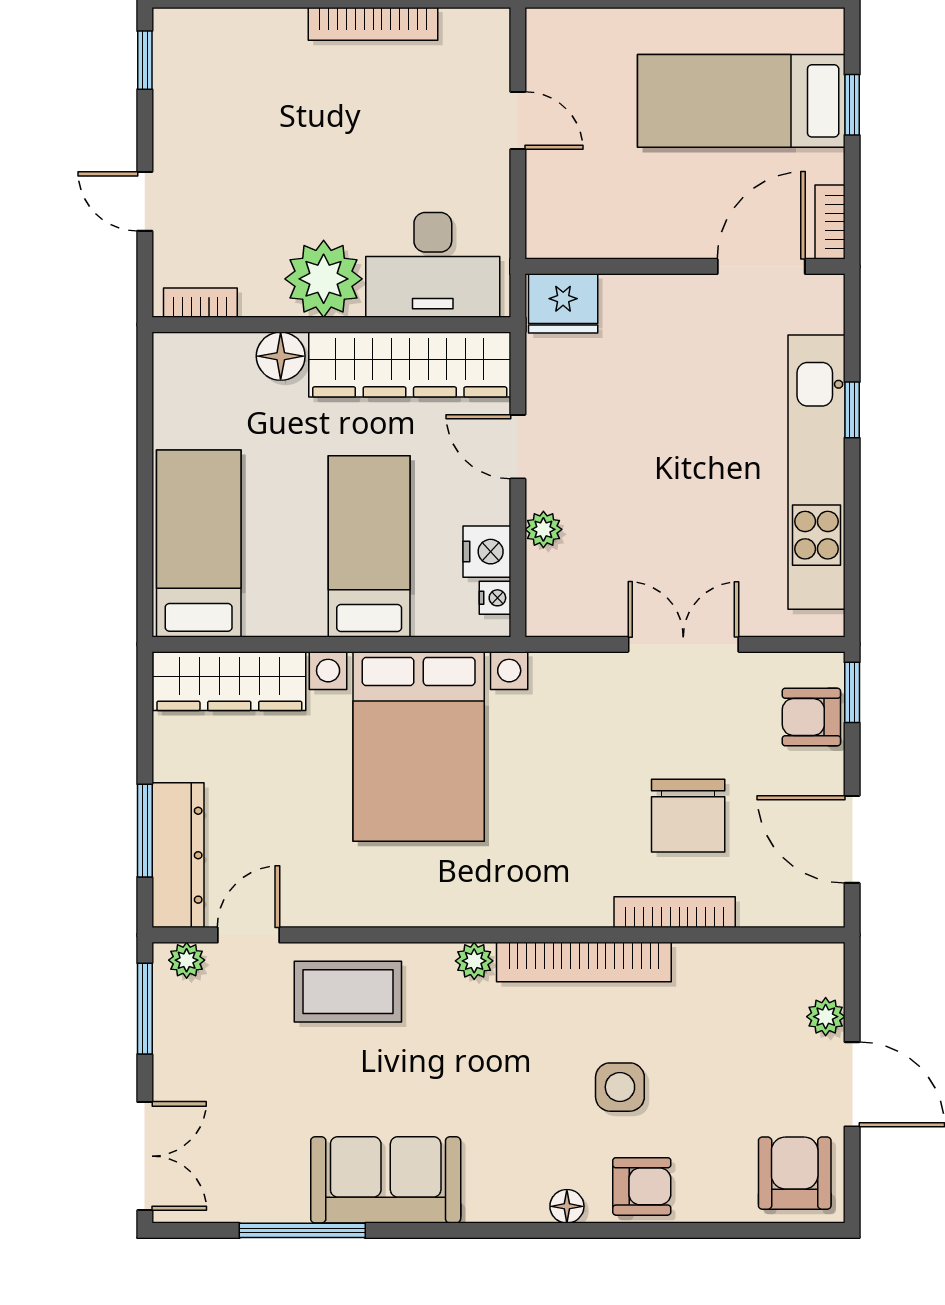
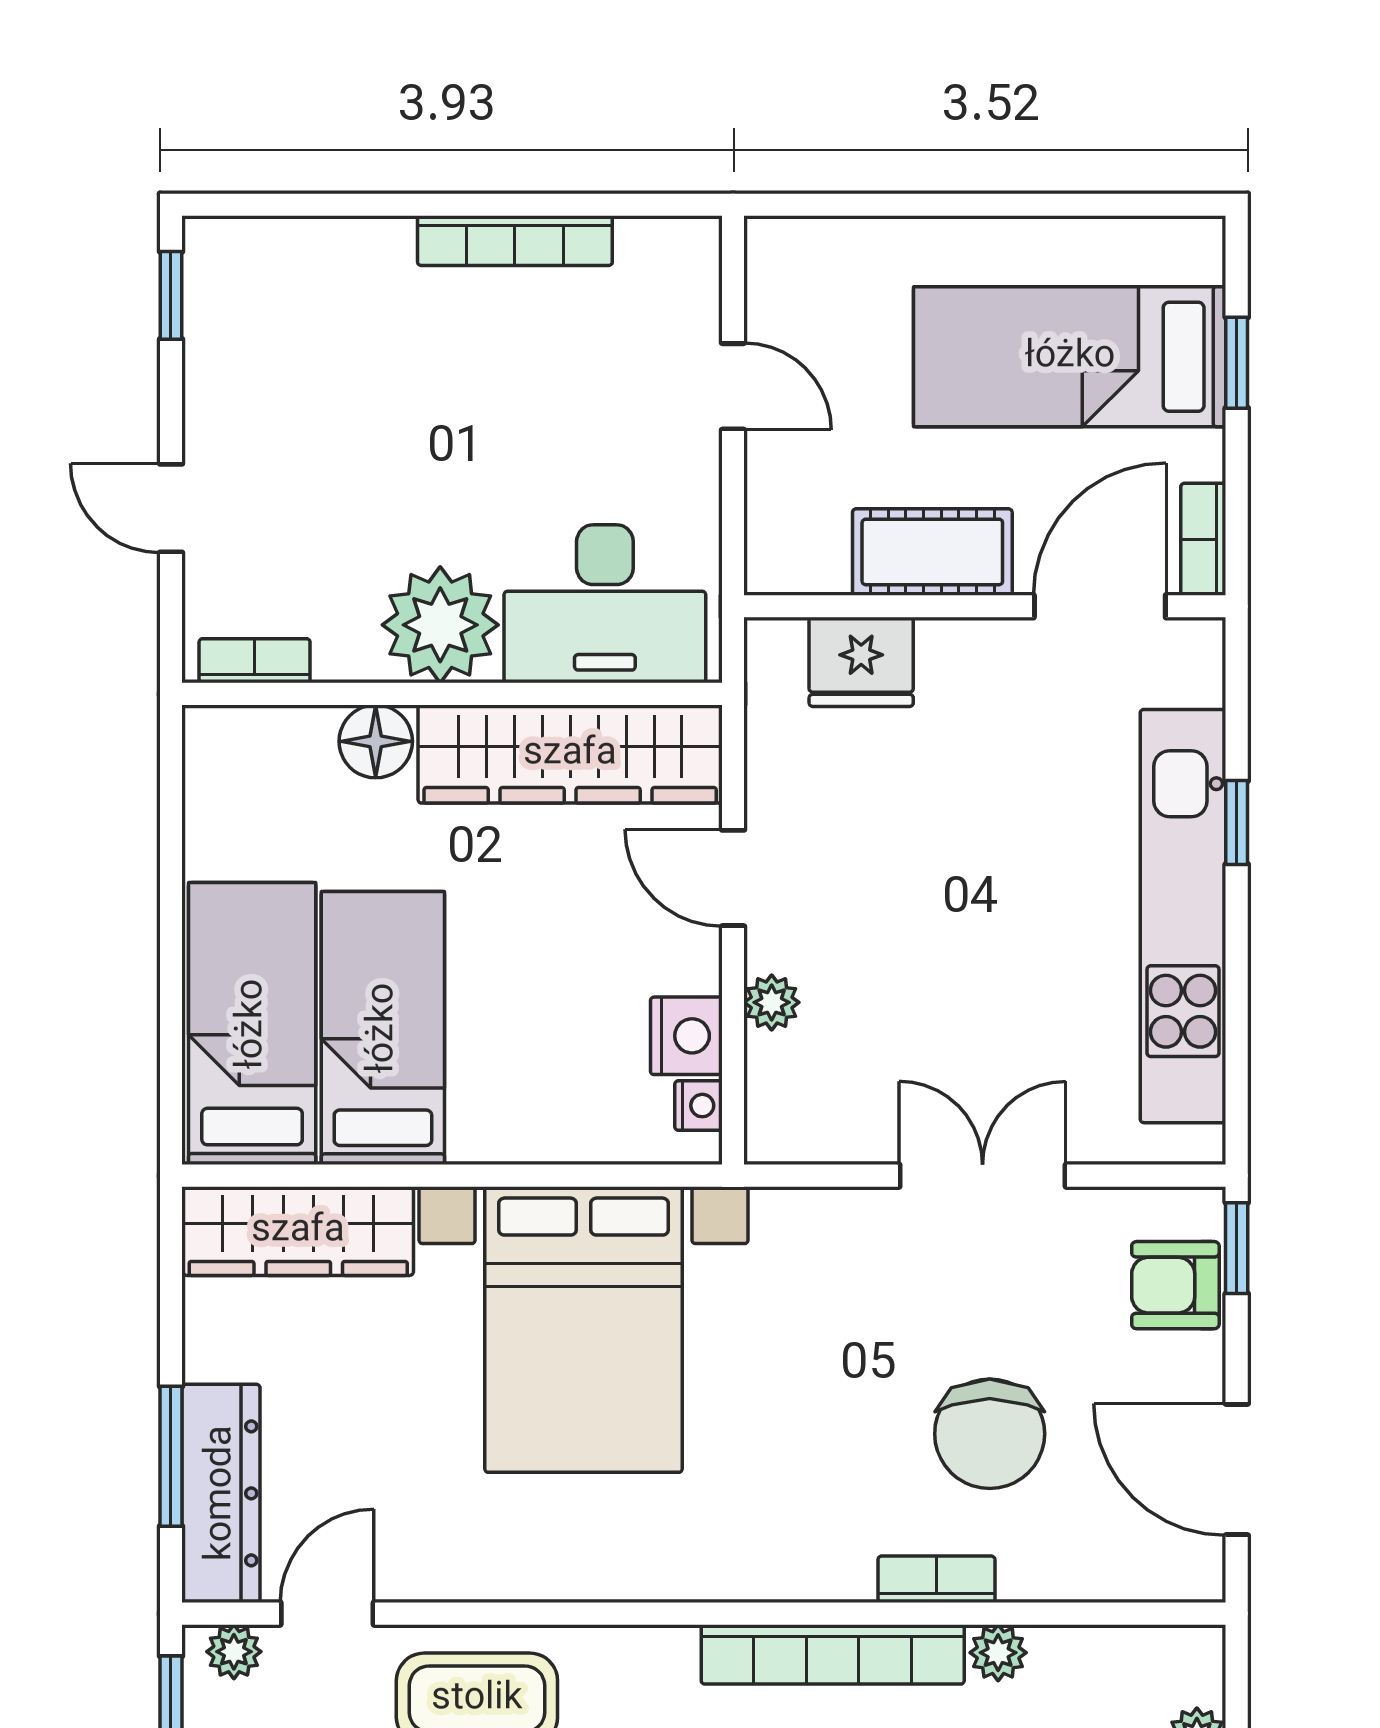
cot: (650, 230) -> (932, 552), added
fridge: (563, 303) -> (861, 662), moved
bed: (369, 546) -> (383, 1028), moved
bookcase: (675, 912) -> (936, 1579), width x0.64
plant: (474, 961) -> (998, 1653), moved

